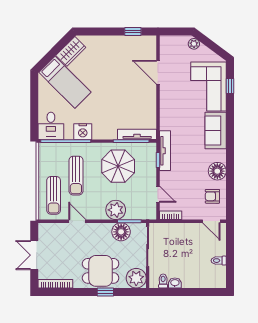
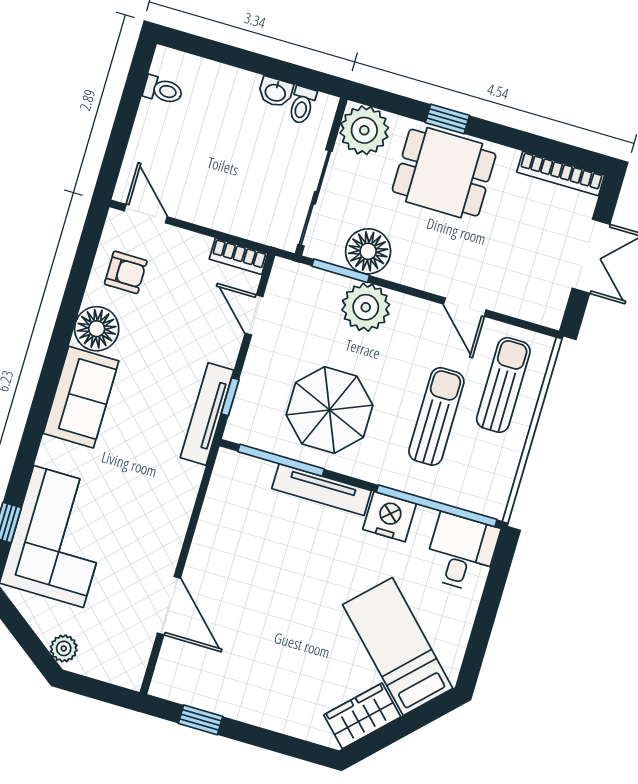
sofa: (216, 131) -> (81, 397), moved
tv unit: (137, 134) -> (322, 490), moved
toilet: (219, 261) -> (163, 90), moved

